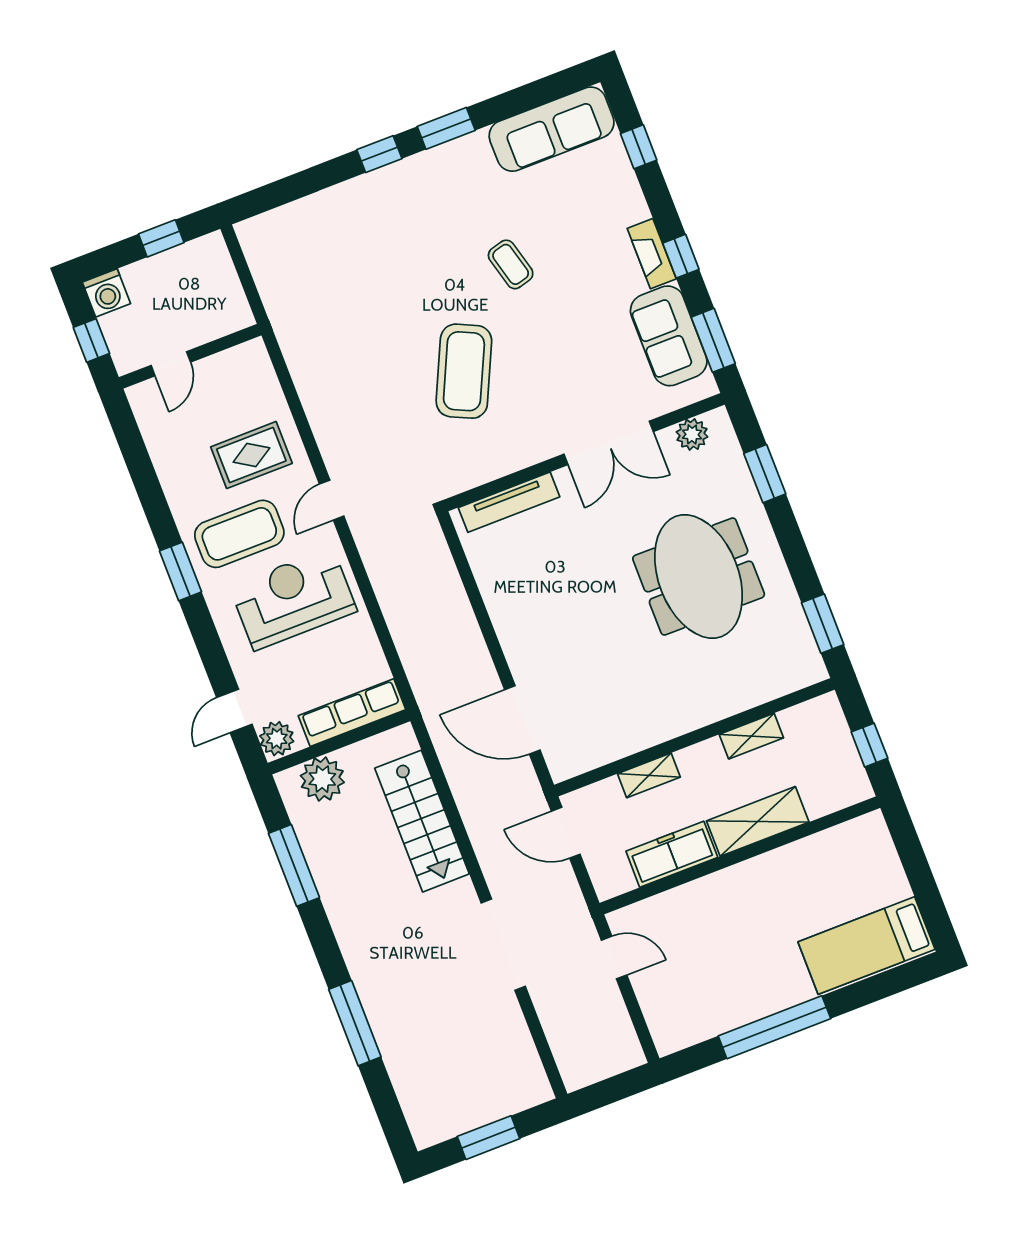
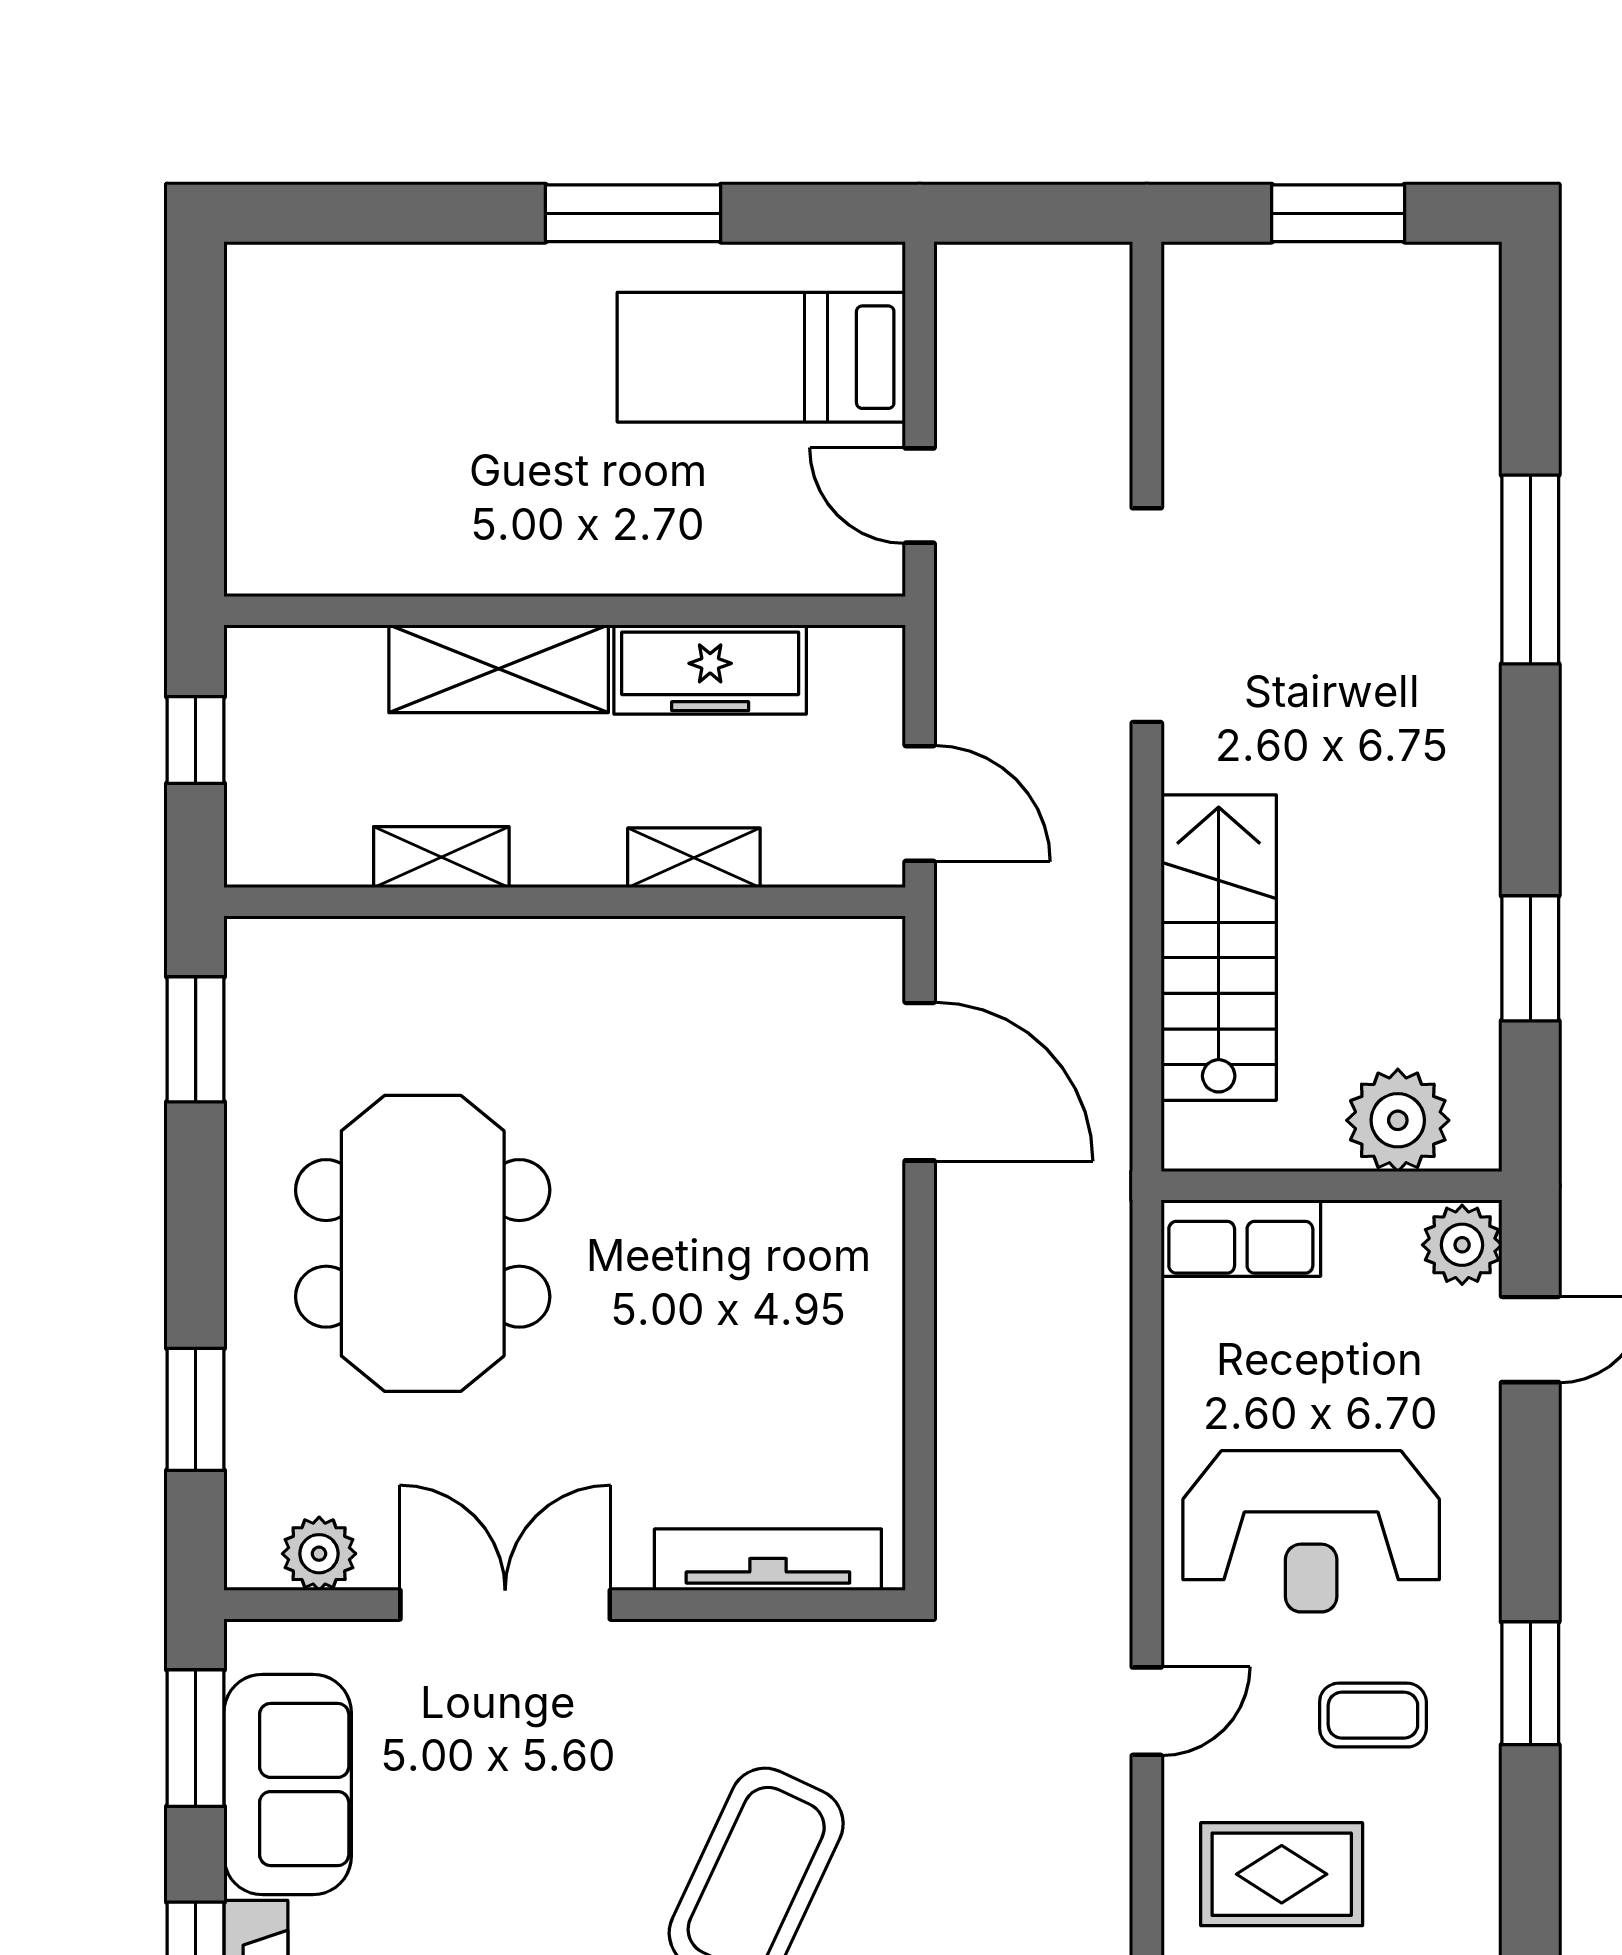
coffee table: (239, 534) -> (1373, 1715), width x0.54, depth x0.58
row of seats: (352, 713) -> (1241, 1238), width x0.68
window: (294, 865) -> (1530, 958), width x0.69
bed: (866, 946) -> (761, 357), moved, turned 180
window: (774, 1027) -> (633, 213), width x0.68

